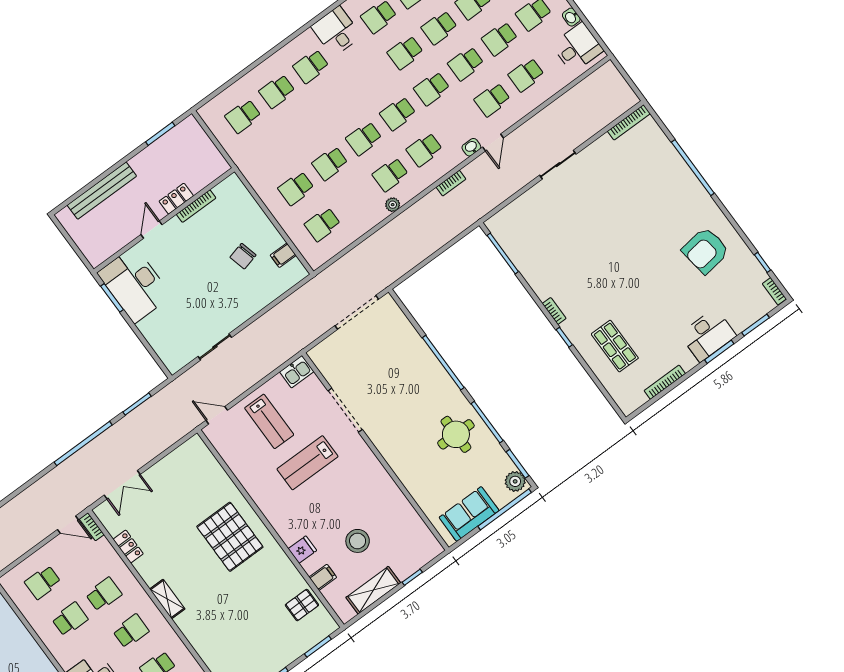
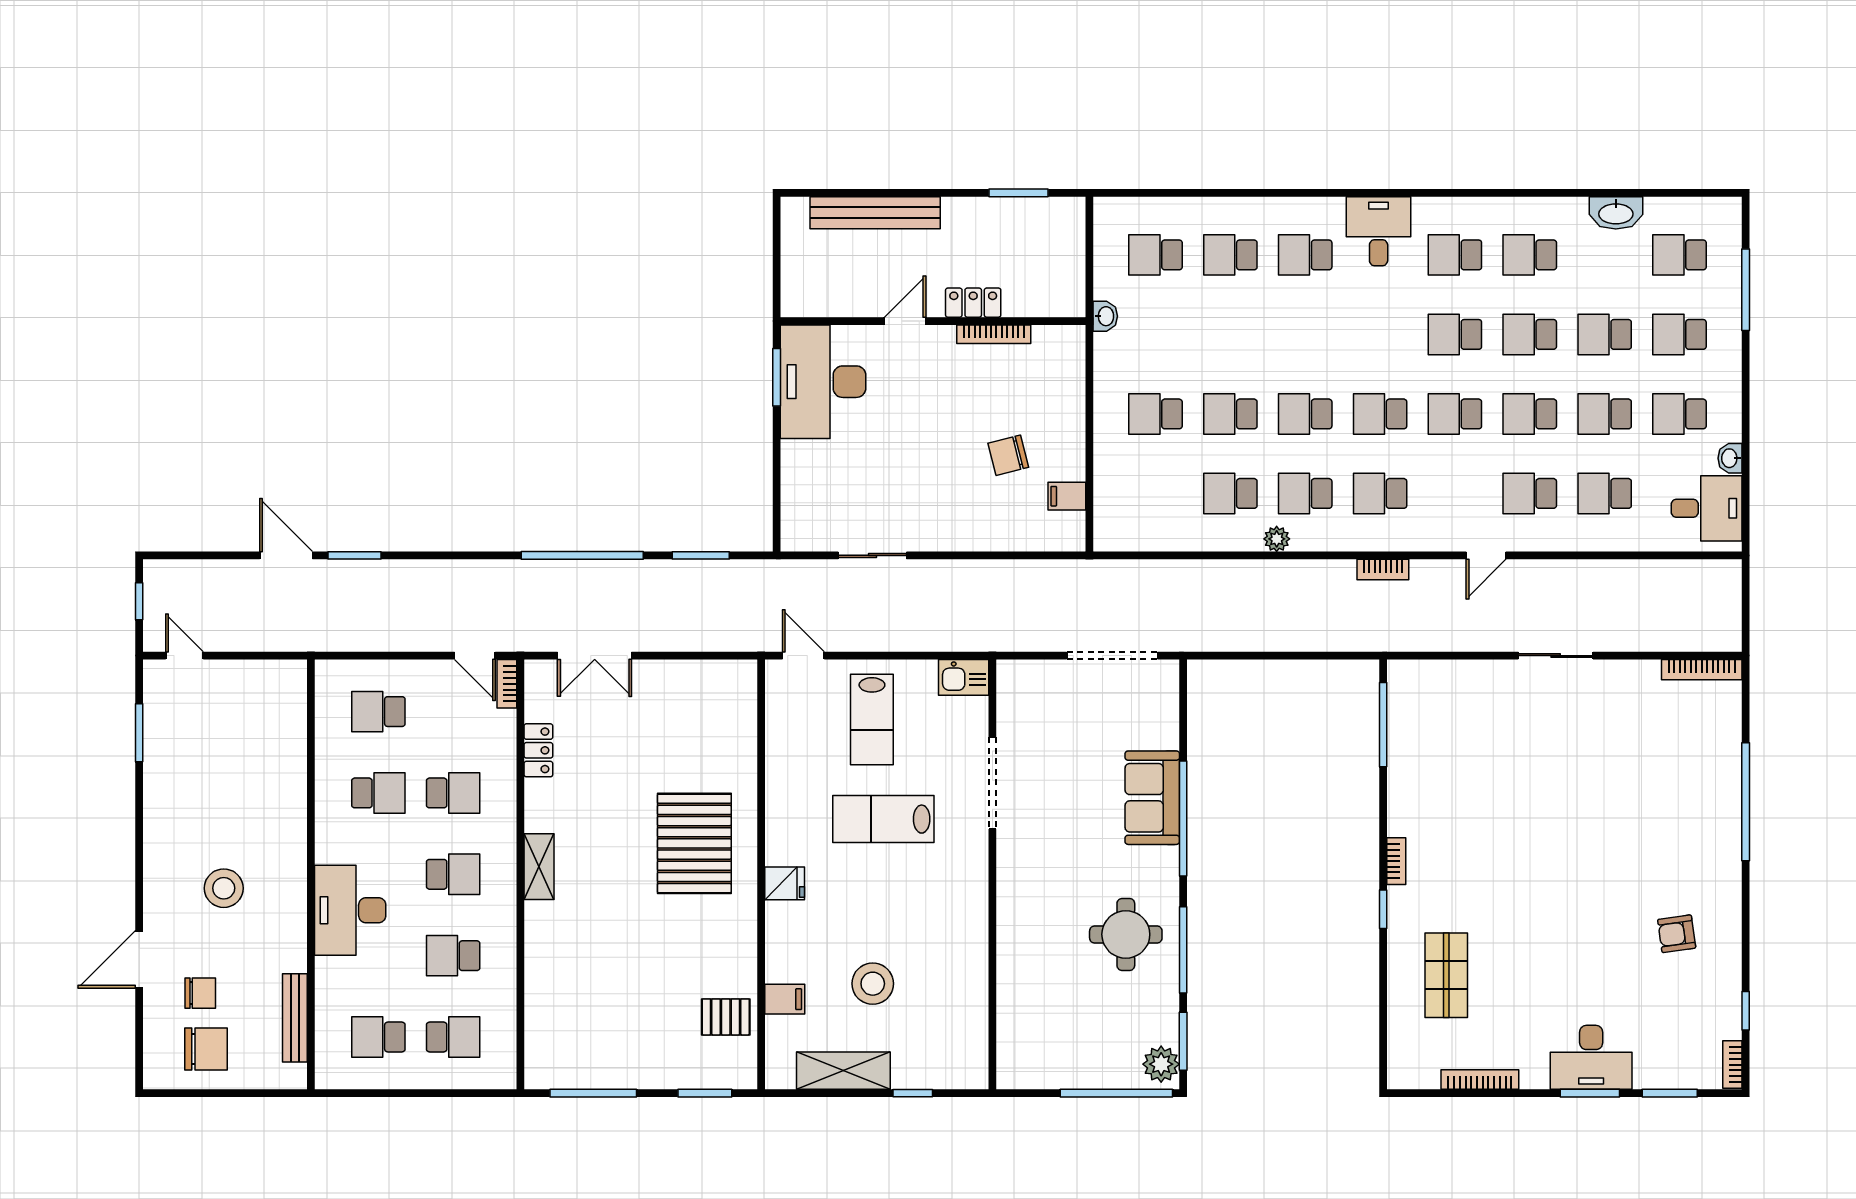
washbasin: (471, 147) -> (1105, 316), moved, turned 90
school desk: (322, 224) -> (1230, 493), moved
armchair: (706, 250) -> (1677, 934), width x0.53, depth x0.53
sofa: (469, 514) -> (1152, 798), moved, turned -90
fridge: (302, 550) -> (785, 883), moved

